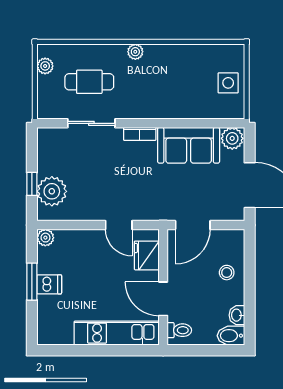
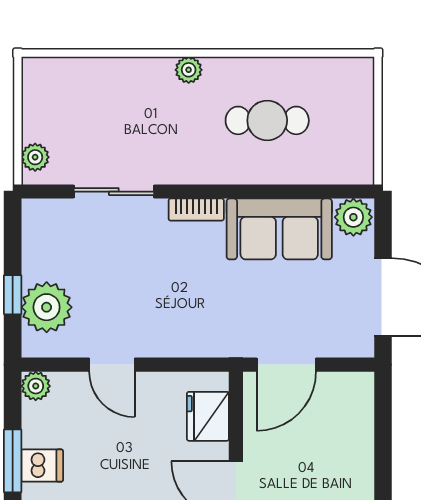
plant: (45, 66) -> (35, 157), moved
cafe table: (89, 82) -> (267, 120), moved
side table: (228, 83) -> (347, 123), removed
door: (119, 225) -> (112, 365), moved
stool: (227, 273) -> (344, 445), removed

